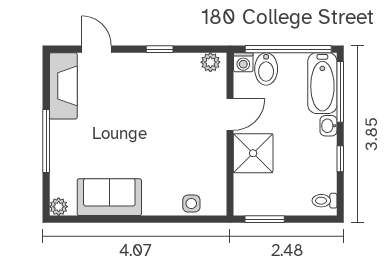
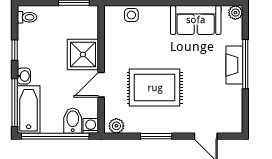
window: (160, 49) -> (156, 136), width x1.50
fireplace: (63, 86) -> (234, 65), moved, width x0.73, depth x0.76
rug: (162, 111) -> (155, 88), added

